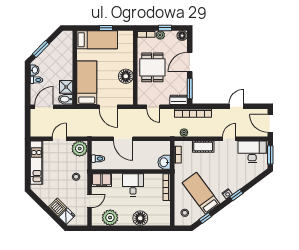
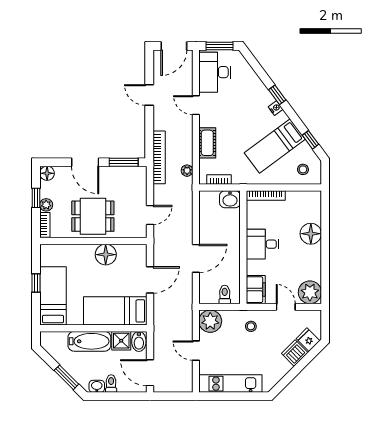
bathtub: (66, 65) -> (89, 341), added
dresser: (178, 100) -> (140, 179), removed
plant: (110, 218) -> (310, 292), moved

